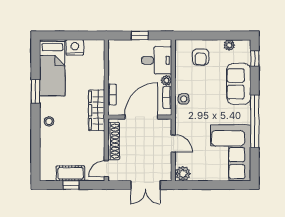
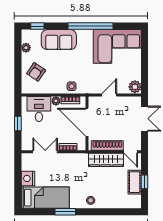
armchair: (201, 57) -> (36, 72), turned 124
double door: (106, 68) -> (45, 152), added
wardrobe: (97, 110) -> (106, 160), moved

